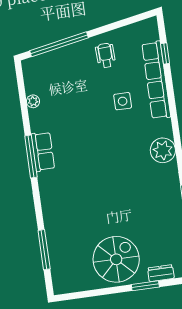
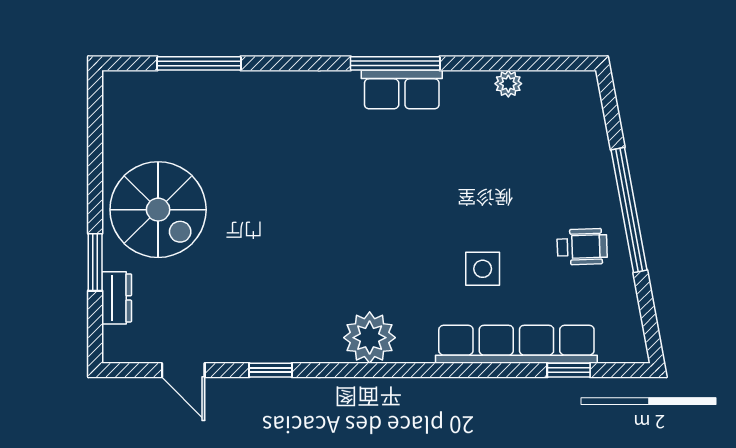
window: (59, 44) -> (629, 210), moved

